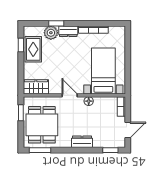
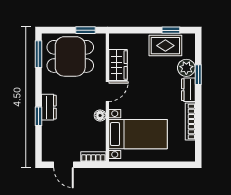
wardrobe: (36, 87) -> (118, 65), moved
window: (110, 150) -> (38, 116), moved

